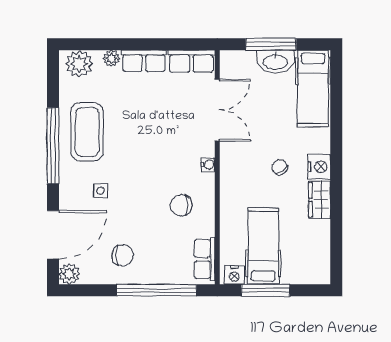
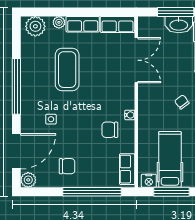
coffee table: (87, 132) -> (67, 70), moved
water cooler: (208, 165) -> (130, 115), moved

